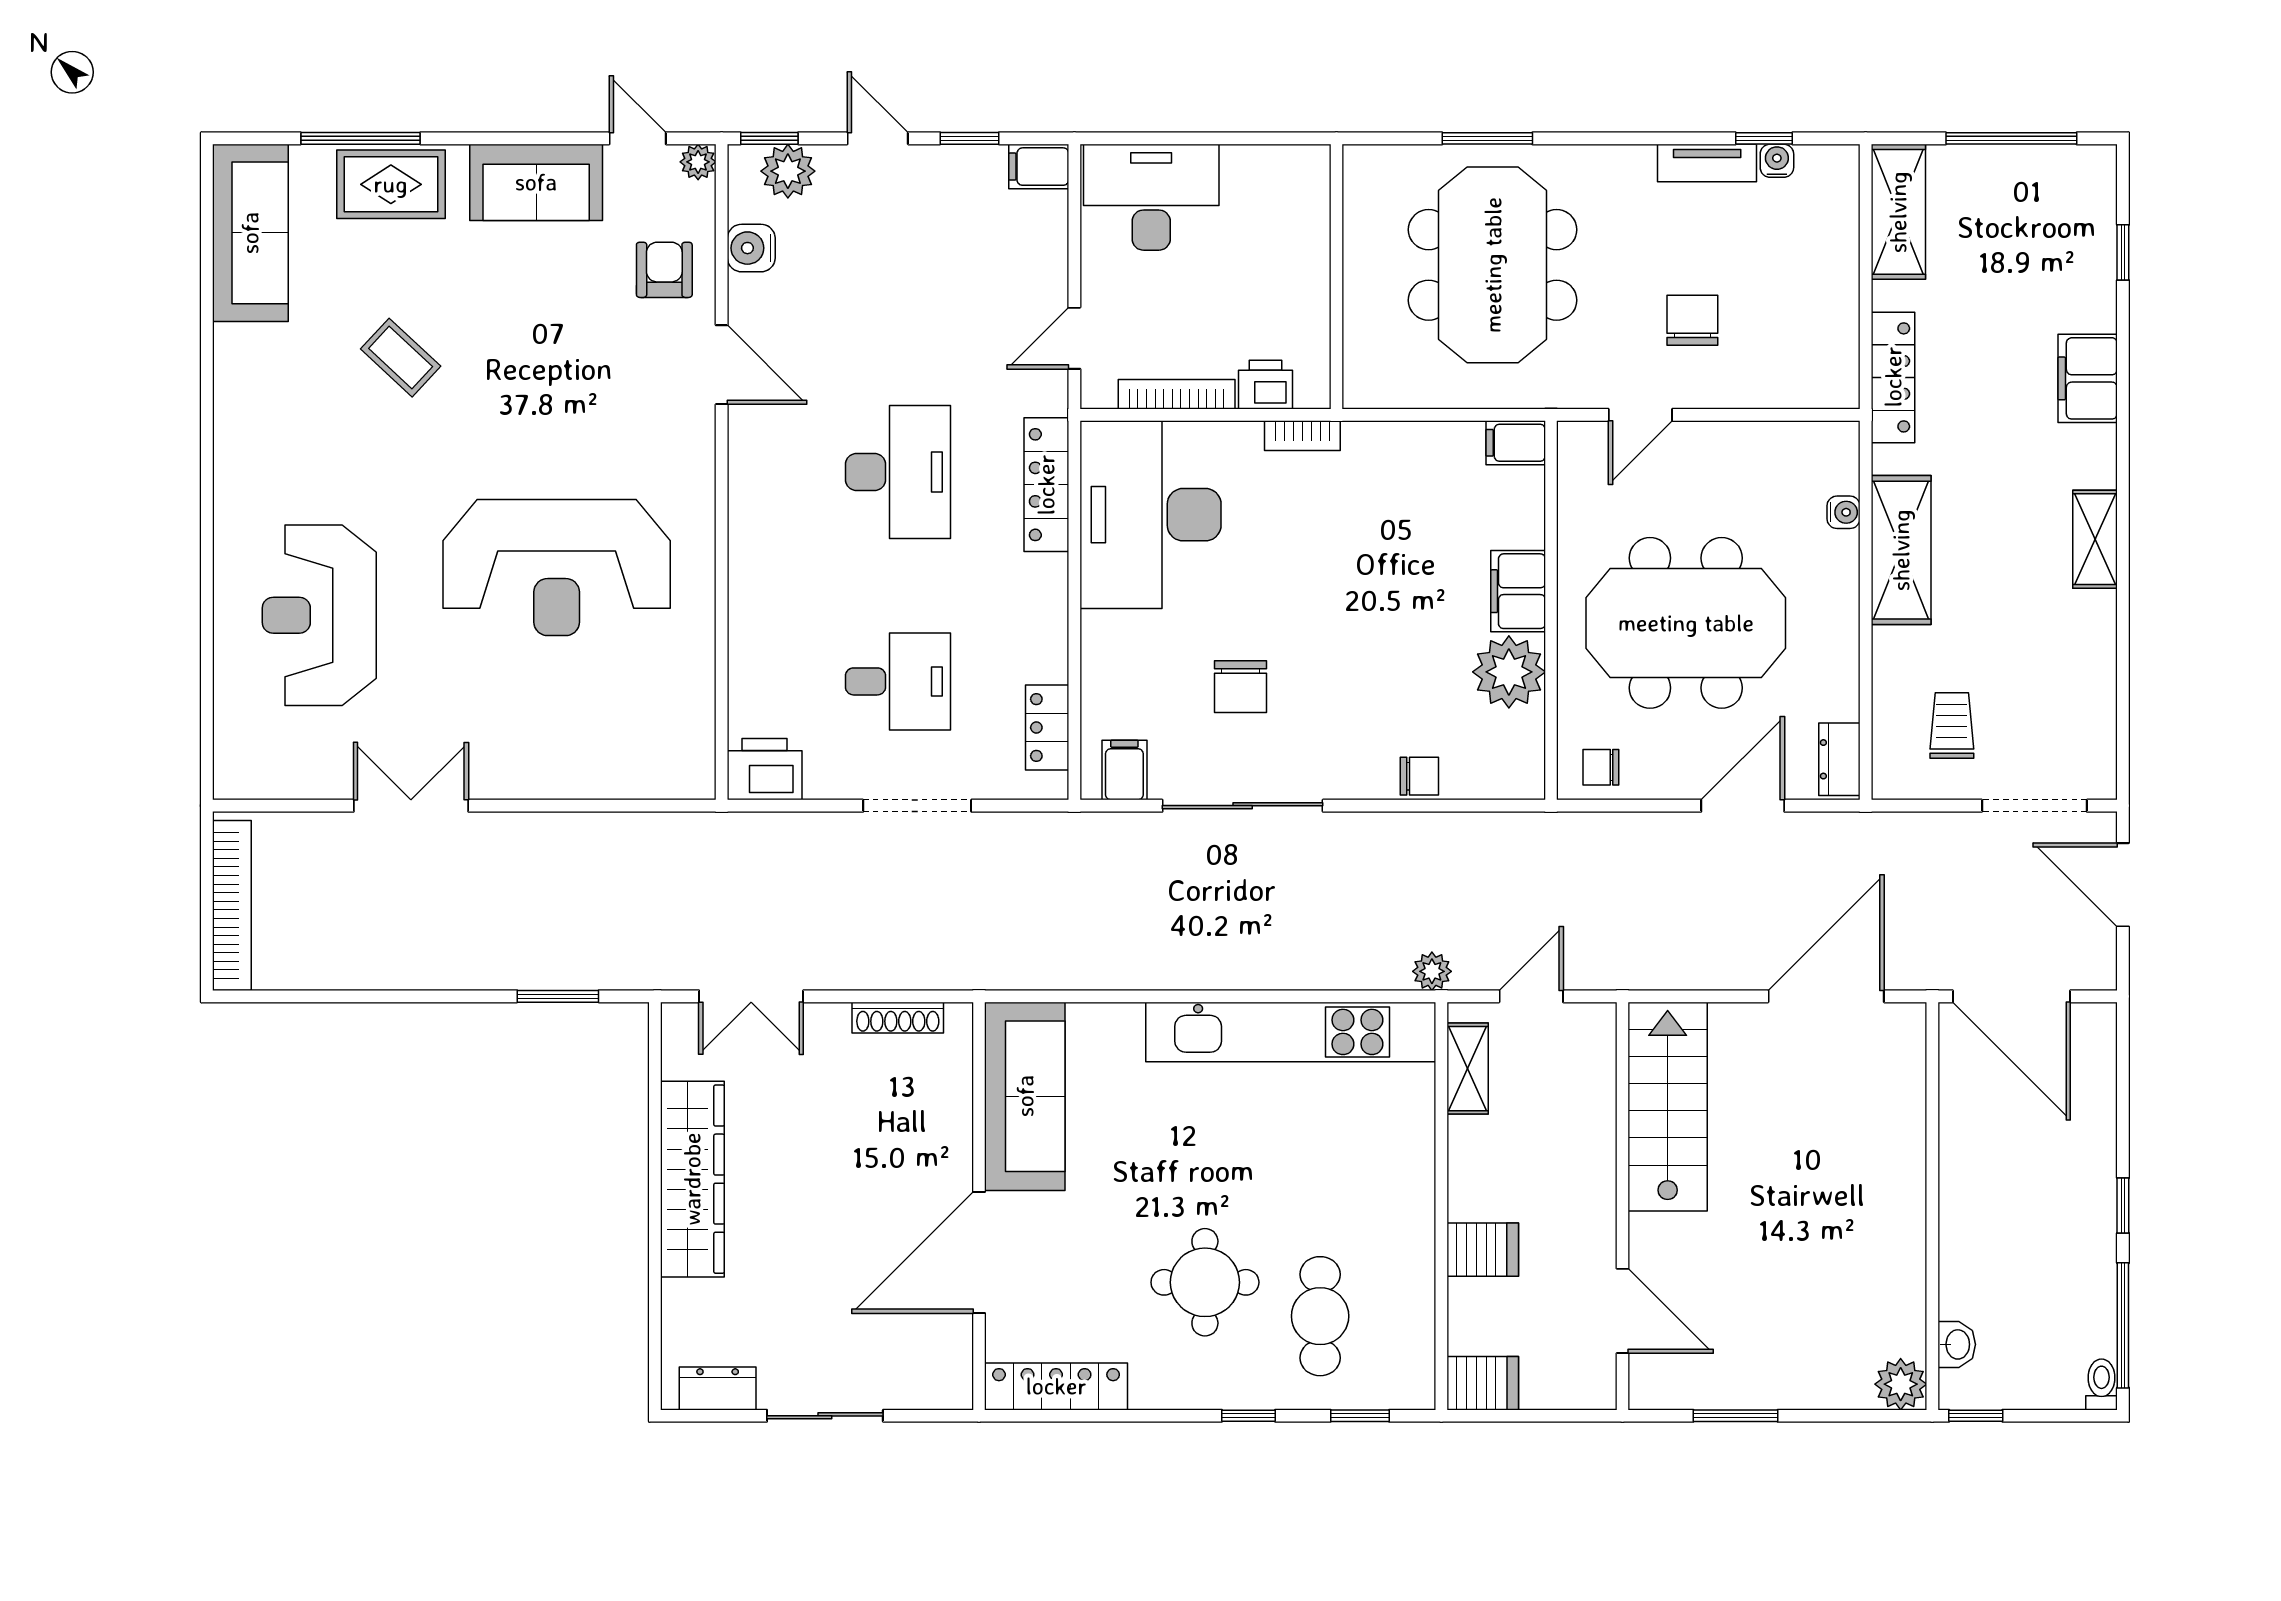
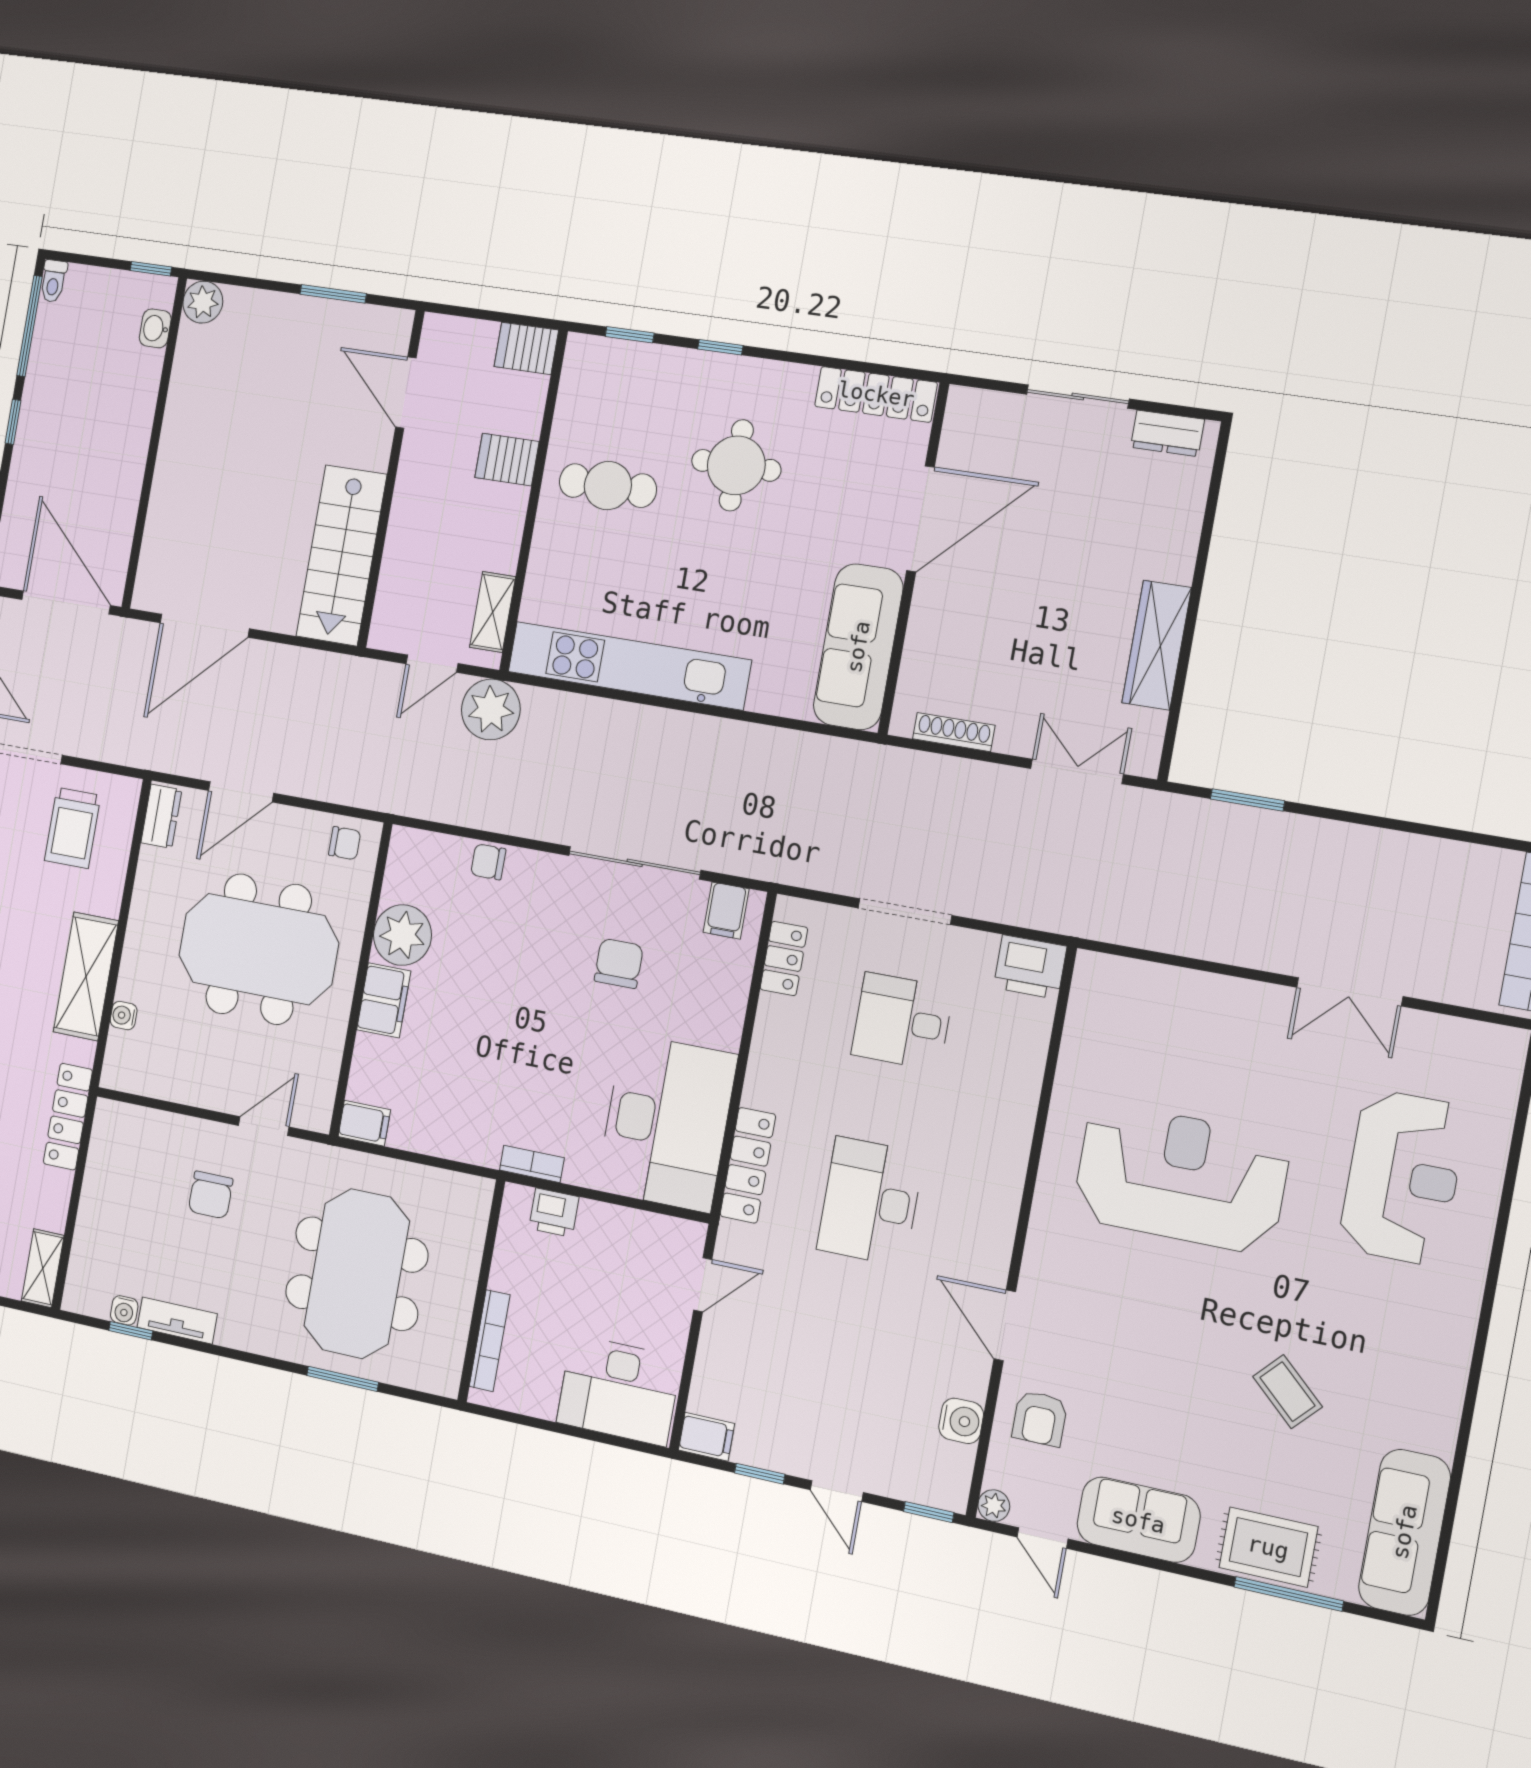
plant: (788, 171) -> (918, 1480), removed
shelving: (1898, 212) -> (43, 1268), width x0.67, depth x0.75
bookcase: (1177, 394) -> (490, 1341), moved, turned -90
trolley: (1952, 726) -> (73, 828), width x1.36, depth x1.39
plant: (1432, 971) -> (491, 709), width x1.88, depth x1.88
wardrobe: (692, 1179) -> (1157, 645), width x0.71, depth x0.85
cafe table: (1320, 1316) -> (608, 486), moved, turned 90

